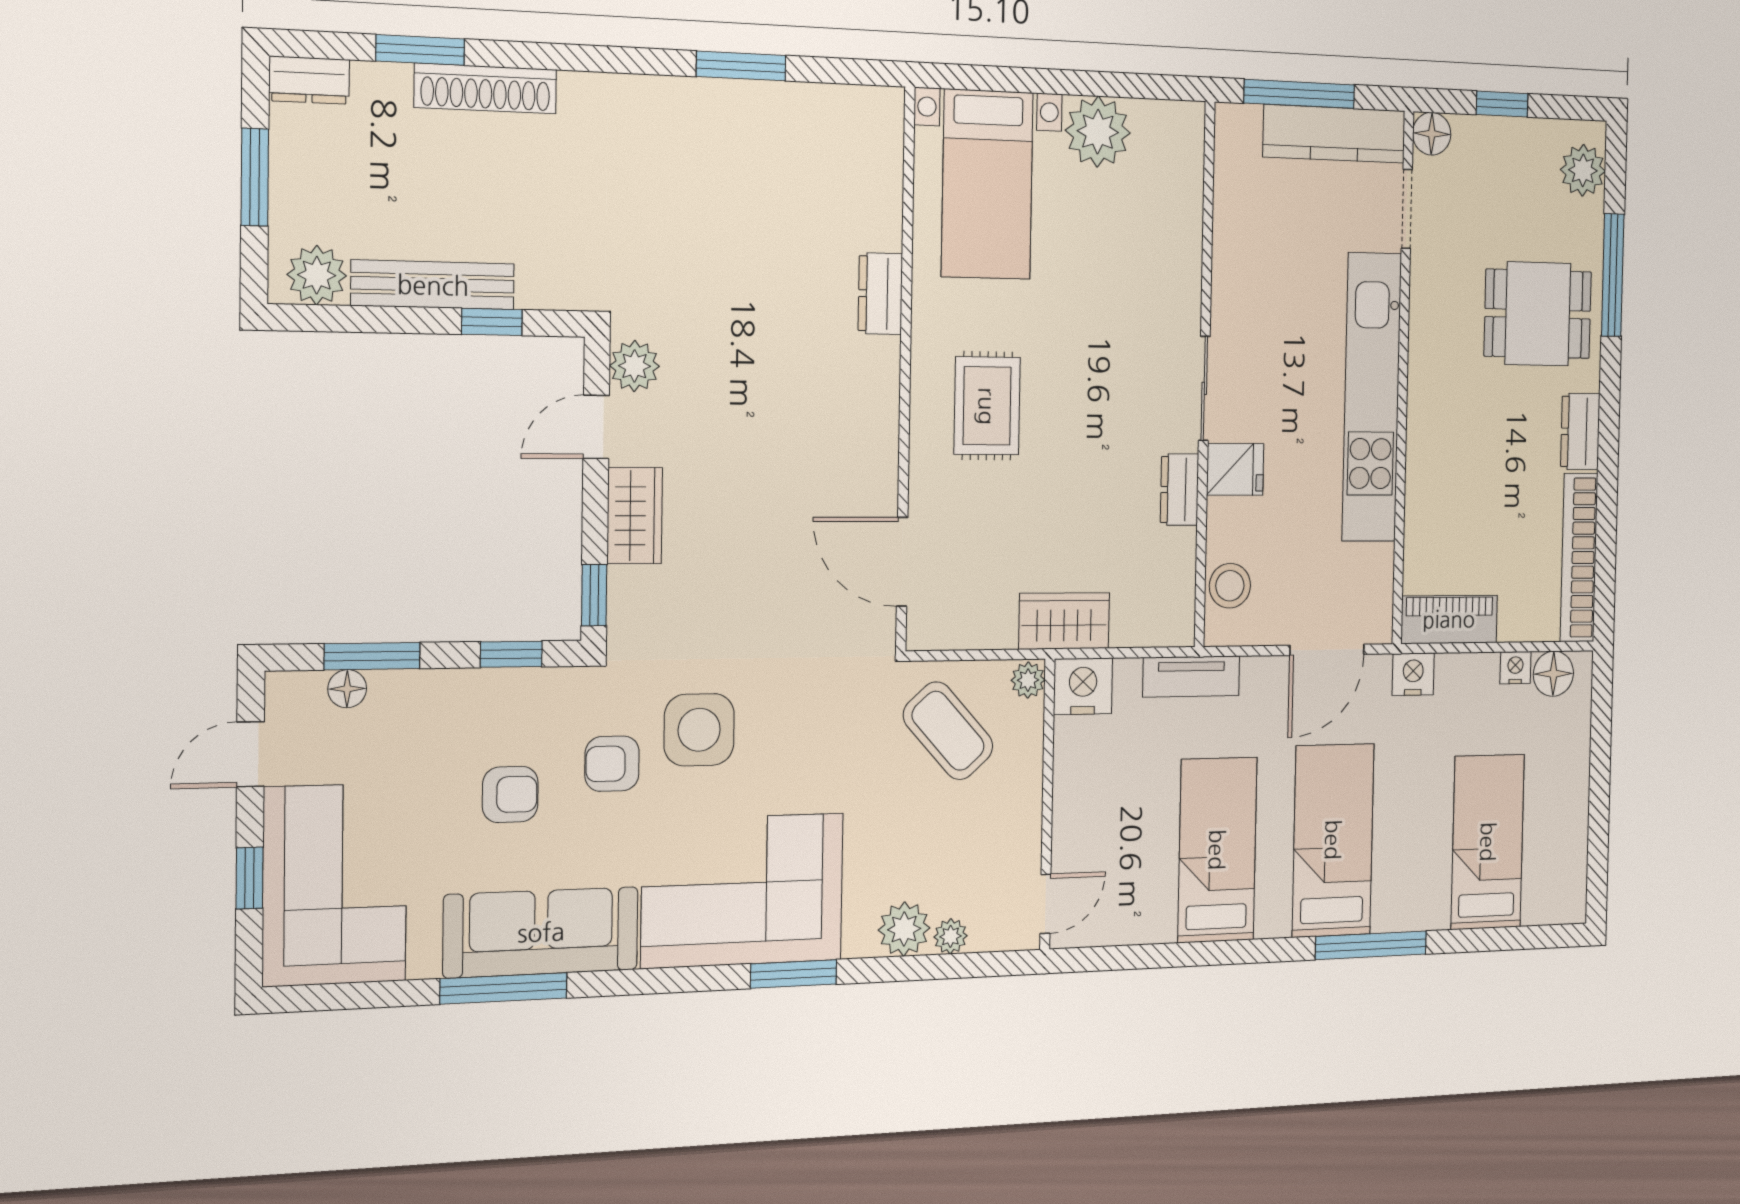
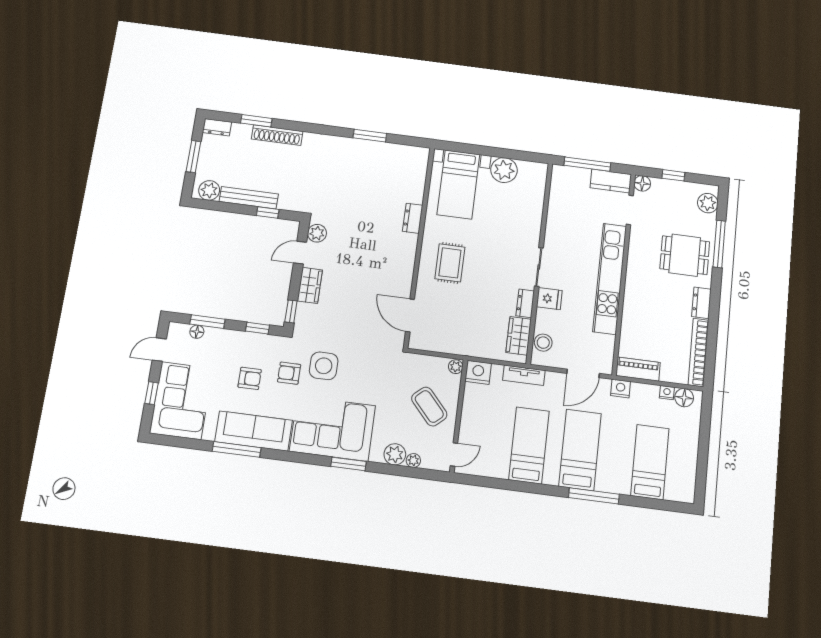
kitchen counter: (1334, 134) -> (611, 181), width x0.67
wardrobe: (1064, 621) -> (519, 336), moved, turned -90
coffee table: (948, 731) -> (429, 407), moved

